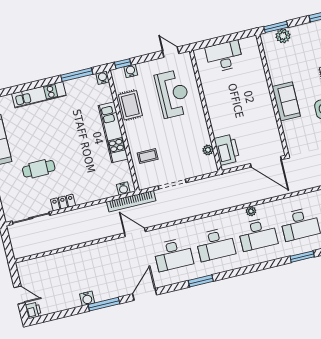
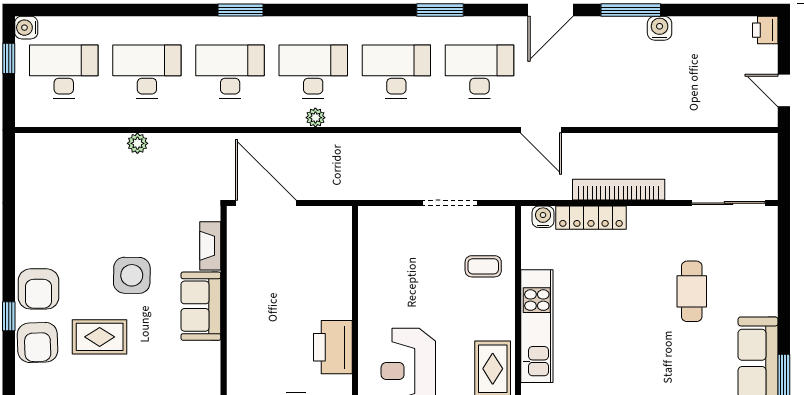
fireplace: (289, 133) -> (210, 246), added
plant: (208, 150) -> (368, 251), removed
printer: (227, 150) -> (333, 347), moved
cafe table: (39, 169) -> (692, 291), turned 90
bookcase: (131, 201) -> (619, 190), moved
locker: (63, 203) -> (591, 218), moved, width x1.53
door: (19, 295) -> (784, 91), moved

